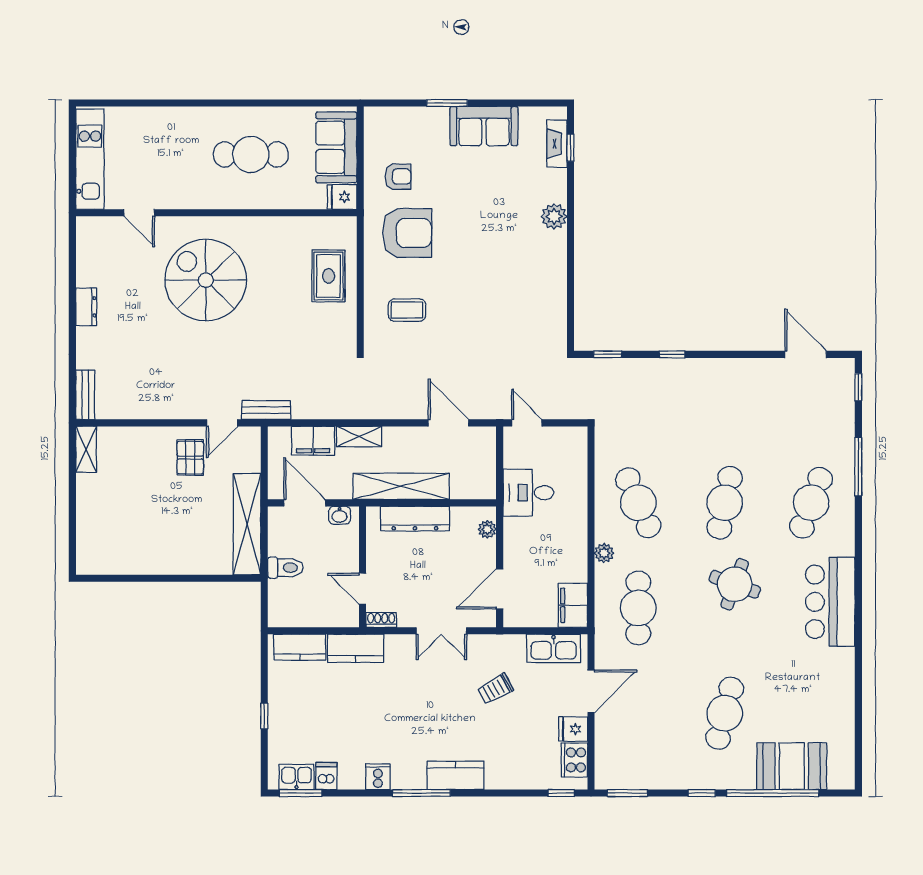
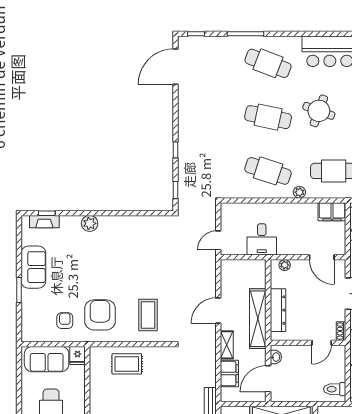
coffee table: (407, 310) -> (148, 315), width x1.36, depth x1.30
door: (806, 354) -> (176, 67), width x1.36
door: (448, 423) -> (218, 310), moved
cafe table: (638, 503) -> (268, 171), turned 42
toilet: (285, 568) -> (335, 389), moved, turned -90

